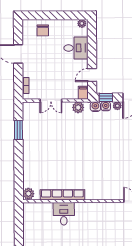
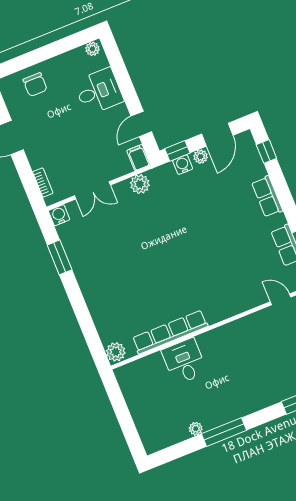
water cooler: (95, 107) -> (59, 215), moved

